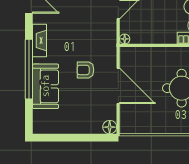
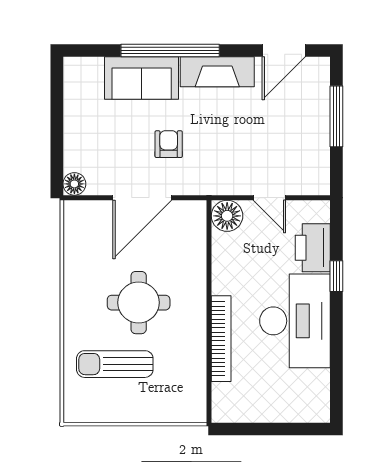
floor lamp: (125, 39) -> (227, 216), width x1.89, depth x1.89
fireplace: (40, 40) -> (217, 72), width x1.37, depth x1.32

